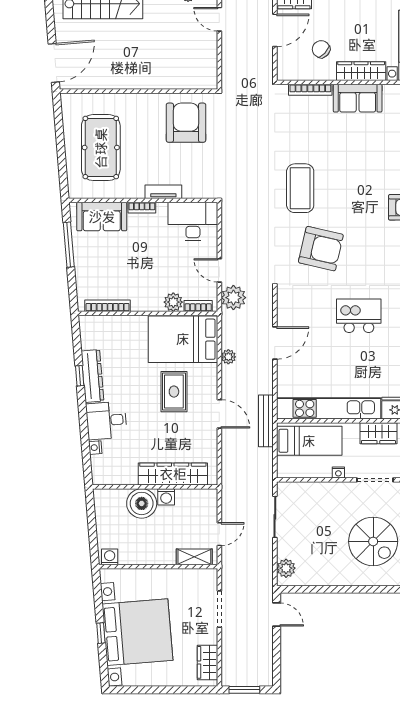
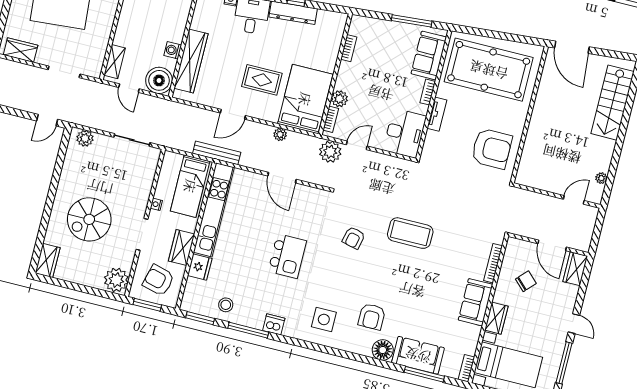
wardrobe: (361, 71) -> (496, 318), width x0.67
pool table: (101, 148) -> (489, 70), width x1.36, depth x1.32
armchair: (321, 249) -> (354, 238), width x0.53, depth x0.53
bookcase: (107, 306) -> (349, 48), width x0.64
boiler: (142, 503) -> (159, 80), moved

